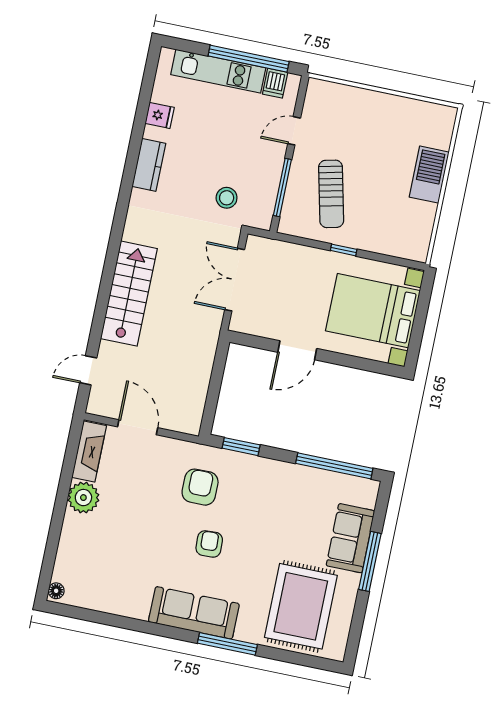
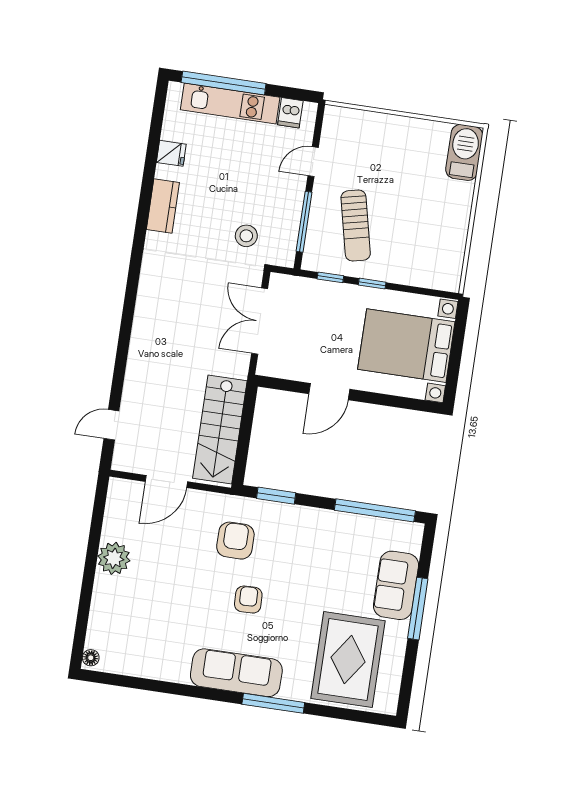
window: (249, 59) -> (224, 83), moved
barbecue: (429, 175) -> (464, 152), moved
window: (304, 242) -> (330, 277), added
stairs: (129, 294) -> (220, 430), moved, turned 180
door: (138, 427) -> (166, 482), swing flipped
fireplace: (89, 452) -> (117, 510), removed

